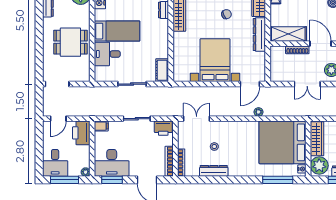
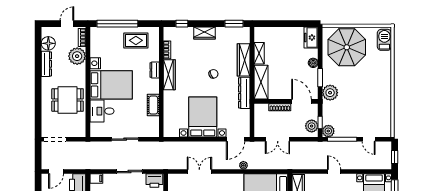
bed: (117, 31) -> (111, 85), width x1.50
shelving: (288, 34) -> (261, 82), moved, turned 90
cot: (162, 70) -> (153, 105), moved
double door: (307, 84) -> (278, 139), moved
double door: (197, 119) -> (199, 172), moved

